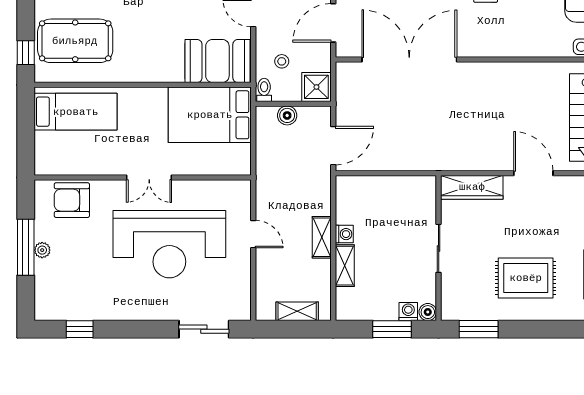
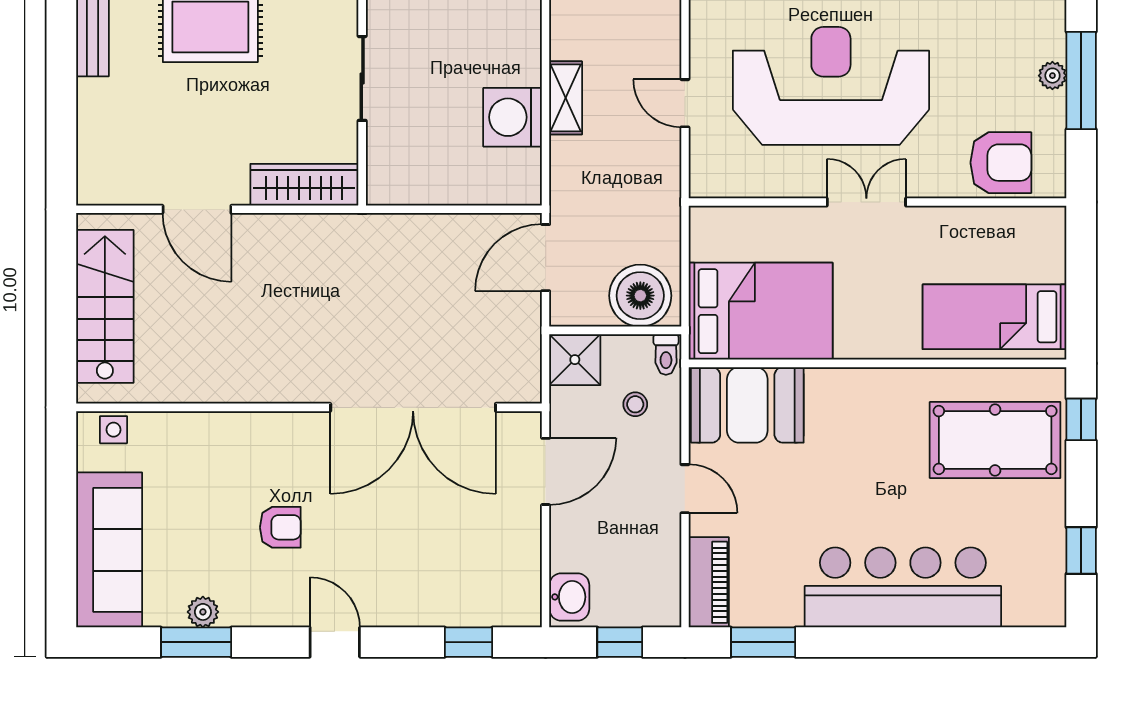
boiler: (287, 115) -> (640, 296), width x1.86, depth x1.86
washing machine: (344, 234) -> (513, 117), width x1.89, depth x1.89
shelving: (345, 266) -> (525, 48), removed

